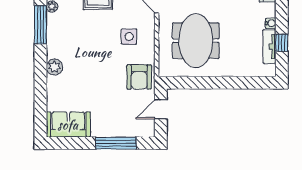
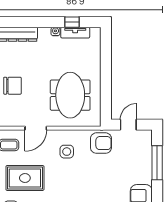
meeting table: (196, 41) -> (70, 95), turned 90
door: (161, 109) -> (128, 125), swing flipped

